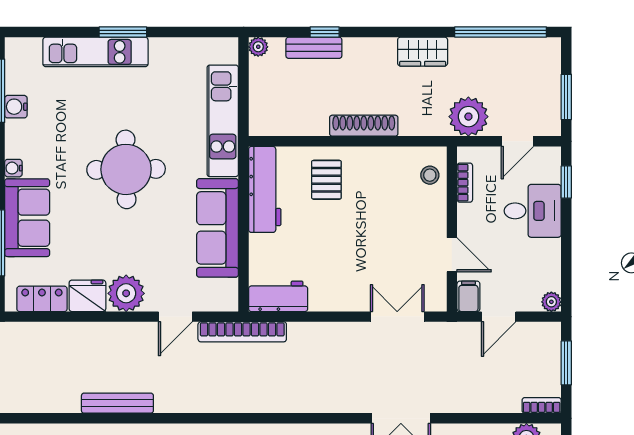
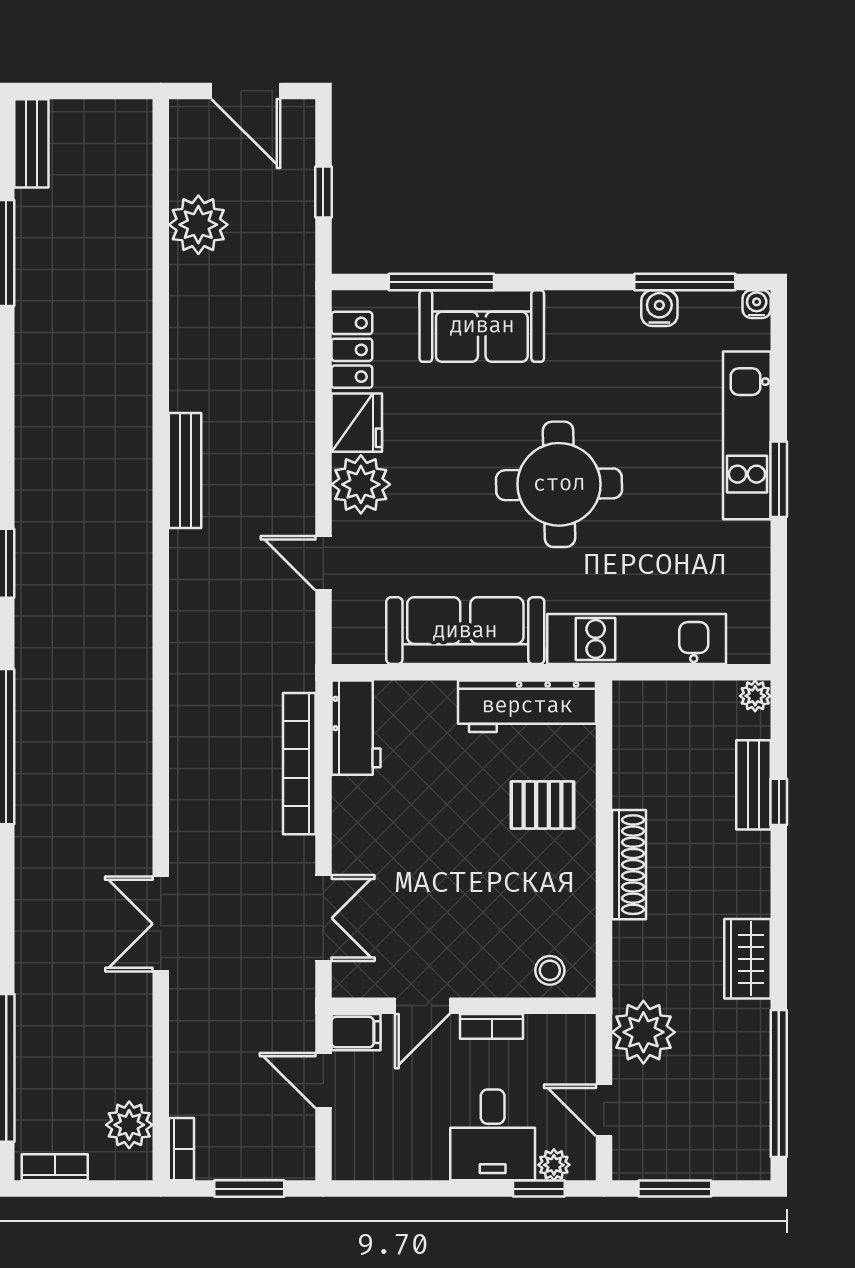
water cooler: (13, 168) -> (757, 304), moved
bookcase: (465, 183) -> (492, 1026), moved
plant: (551, 302) -> (554, 1165), moved
bookcase: (242, 332) -> (299, 764), moved

